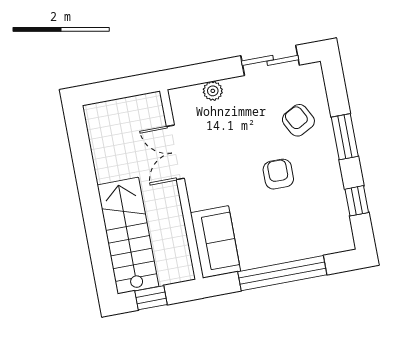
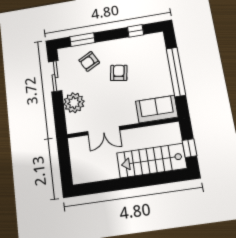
plant: (213, 91) -> (74, 103), width x1.88, depth x1.88
window: (345, 137) -> (82, 40), moved
armchair: (278, 174) -> (119, 73), turned 99

